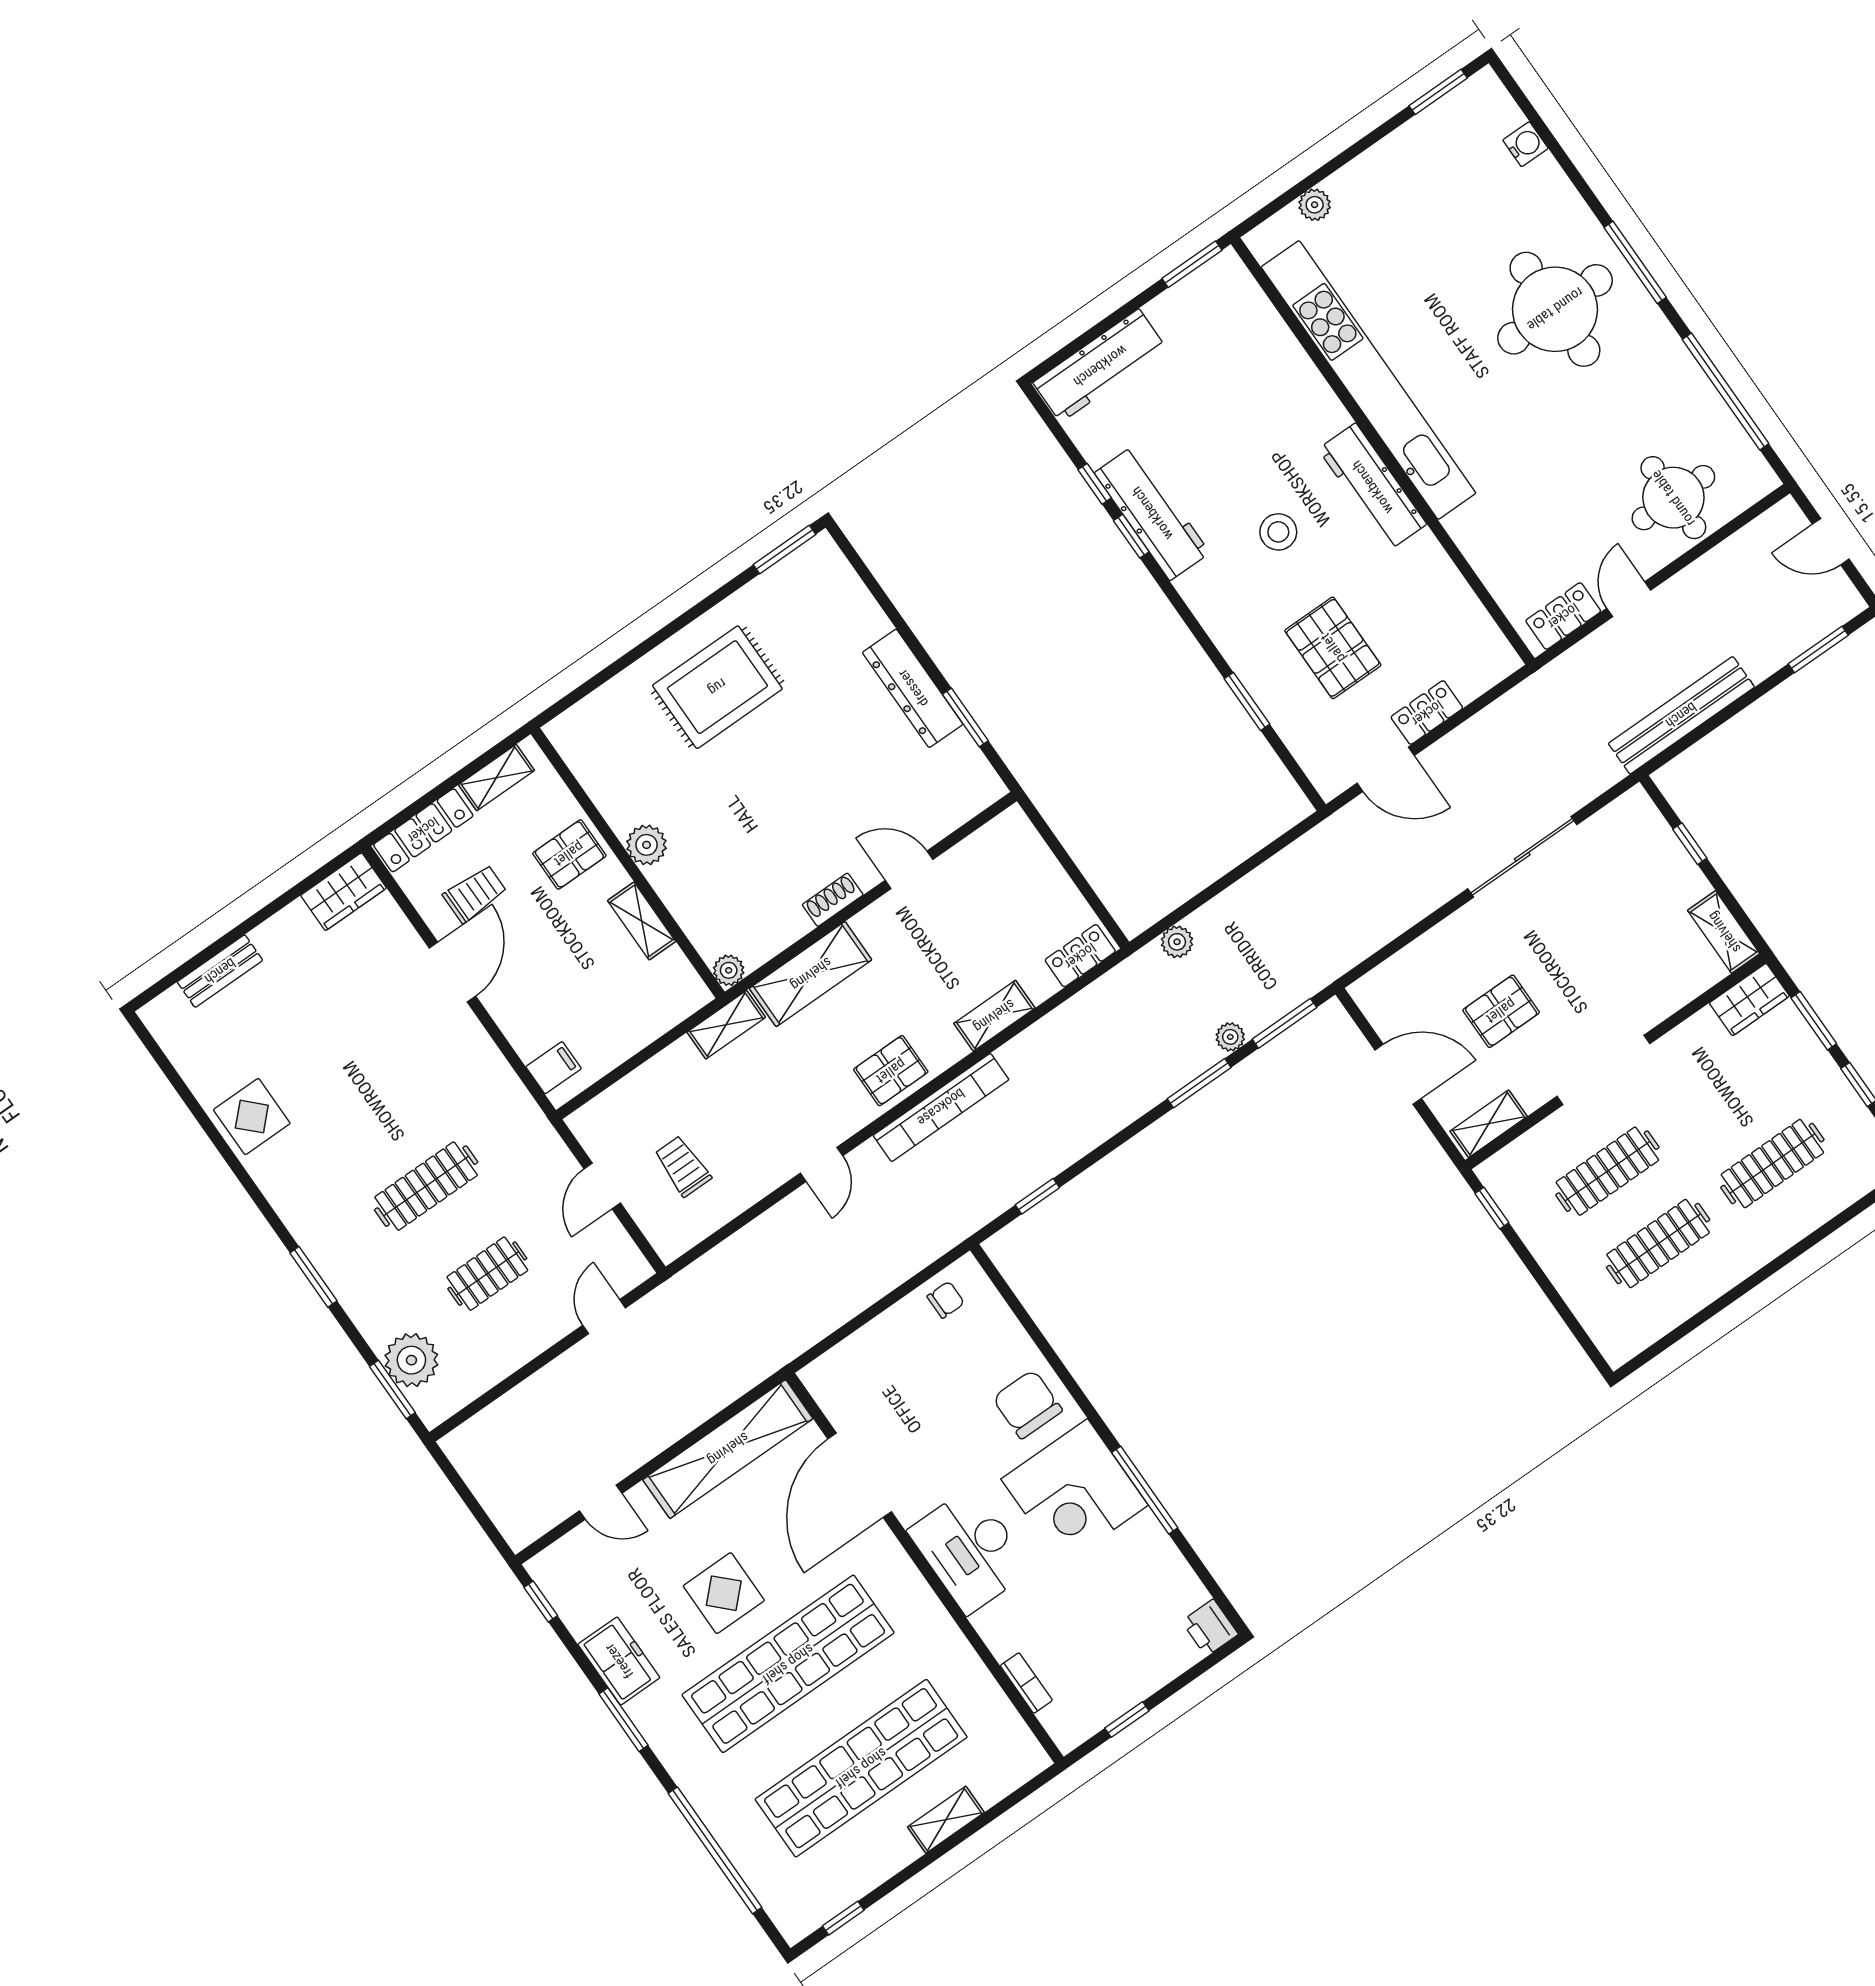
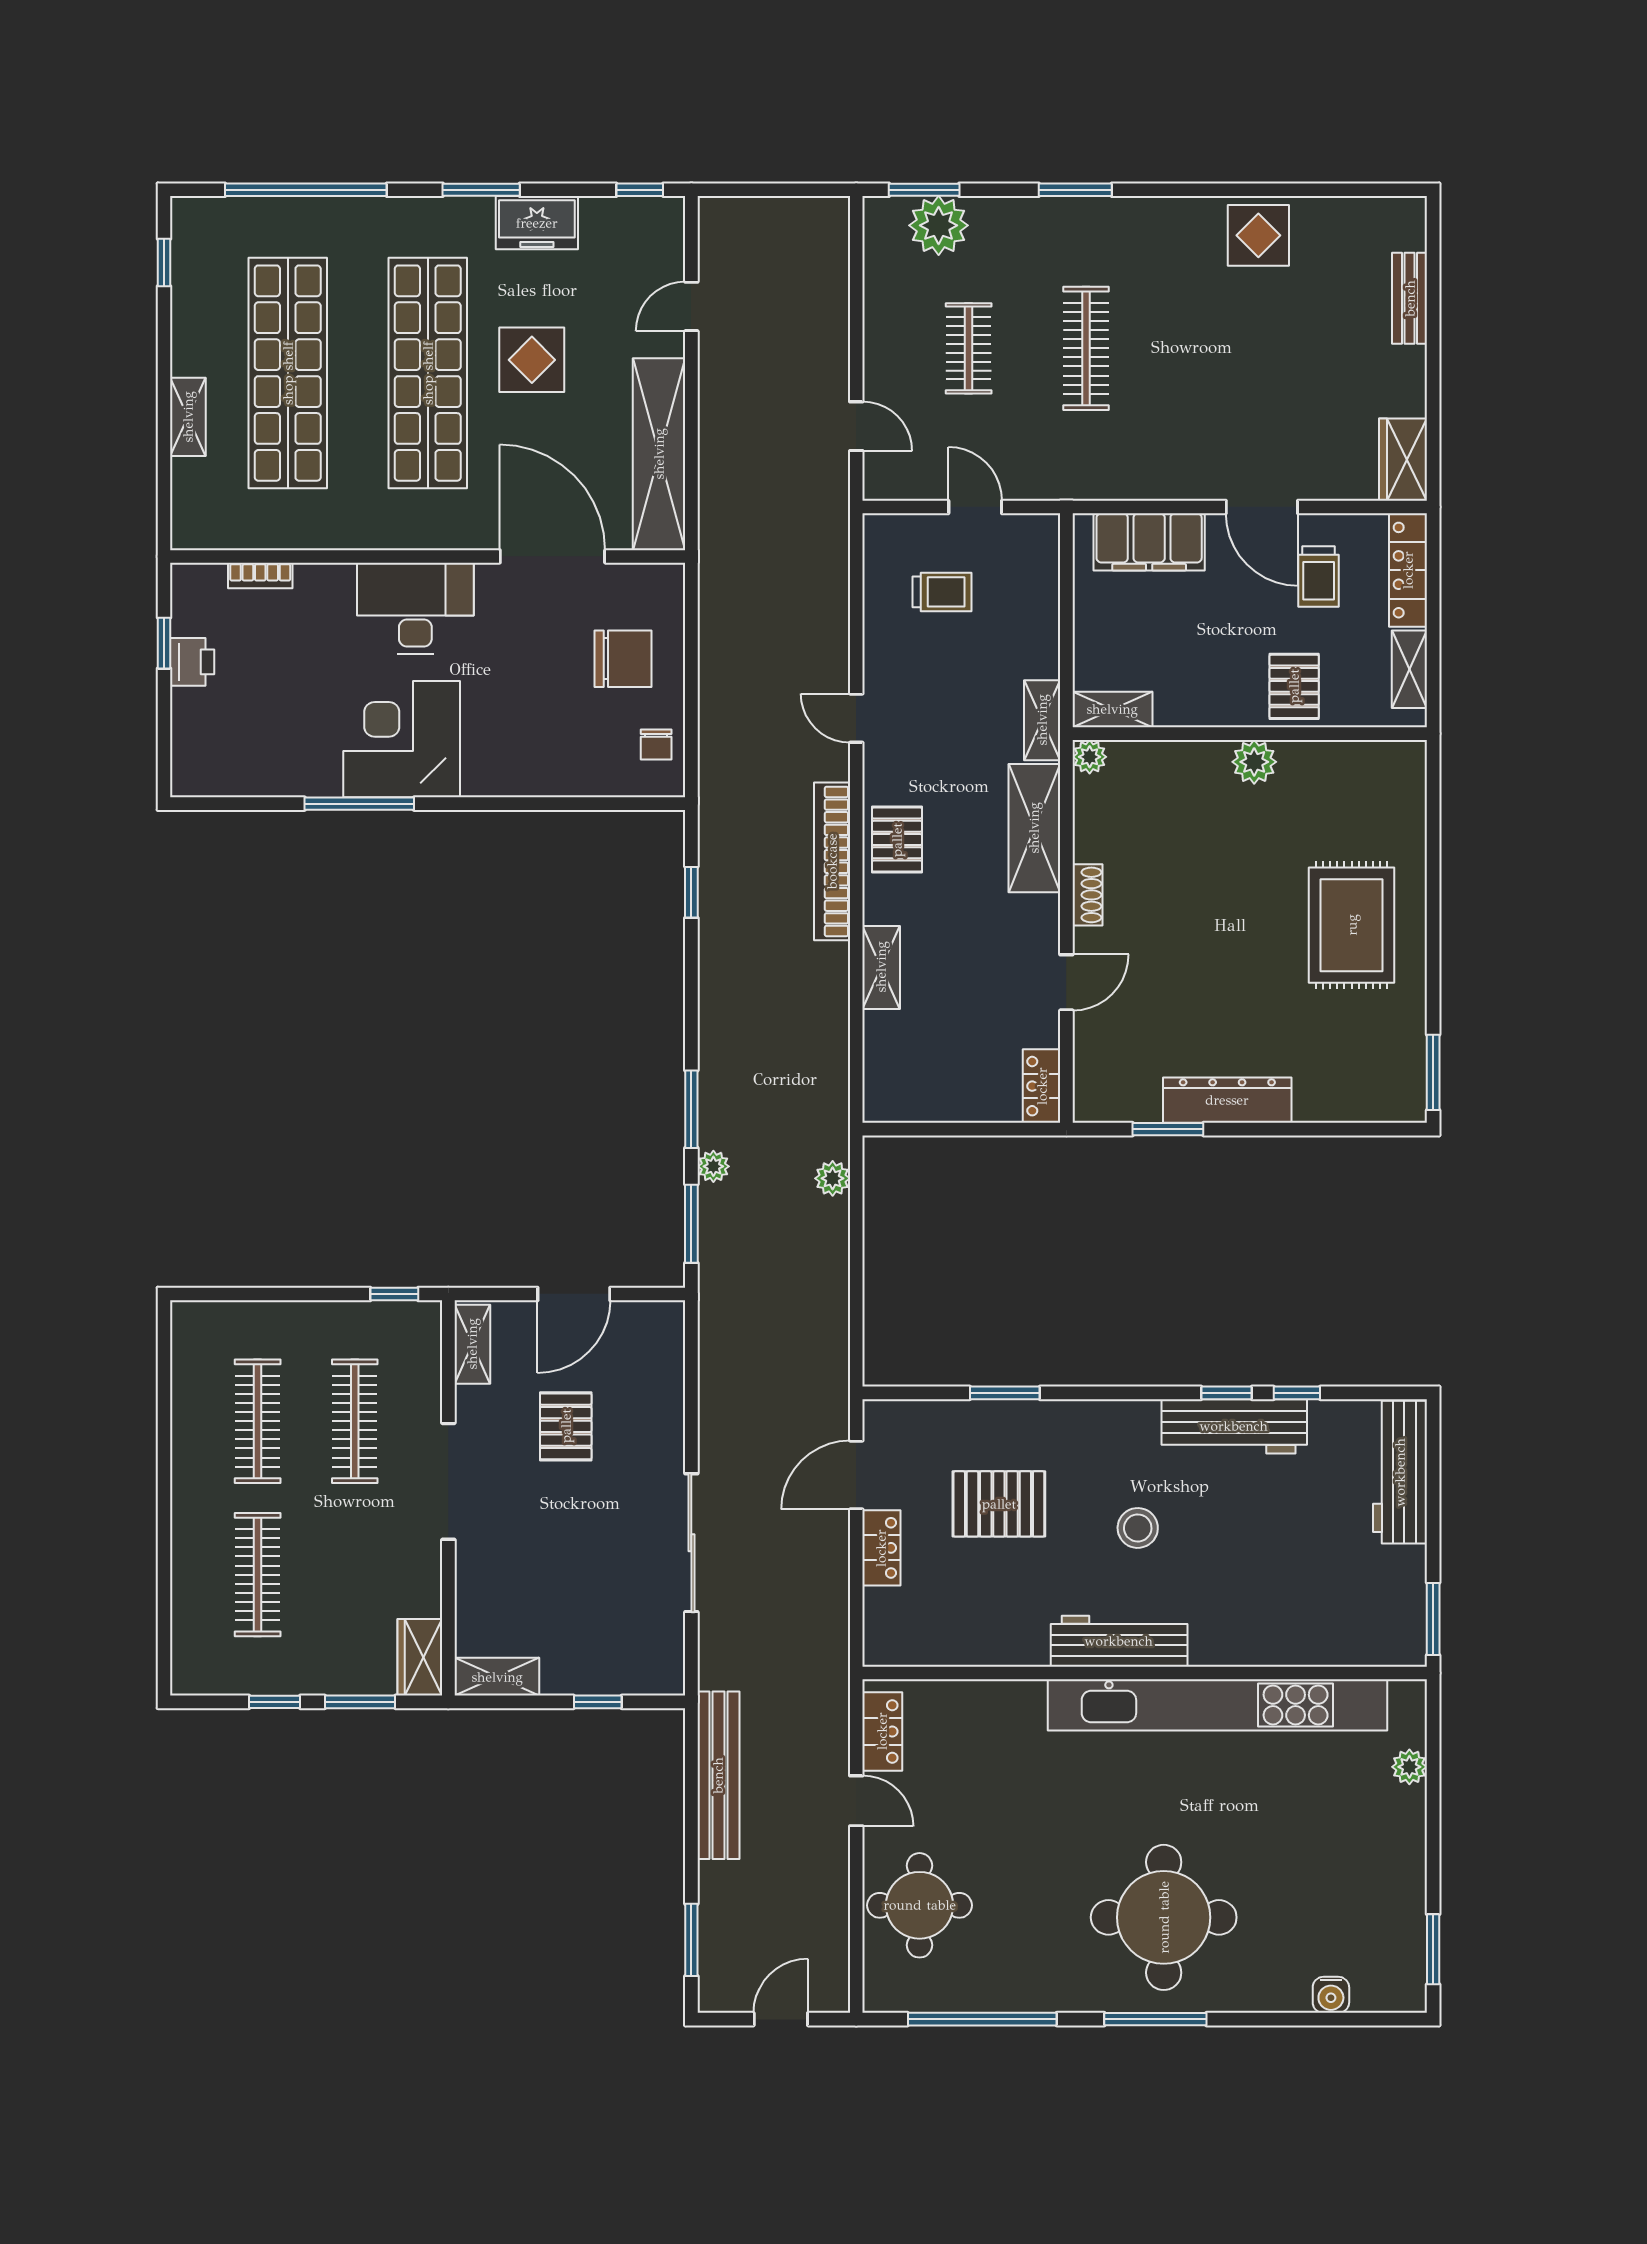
shelving: (642, 921) -> (1112, 709), moved
locker: (1080, 956) -> (1042, 1086), moved, turned 180
filing cabinet: (554, 1068) -> (1149, 542), width x3.00, depth x1.17
chair: (1027, 1404) -> (623, 659), moved
printer: (1210, 1628) -> (192, 662), moved, turned 90

